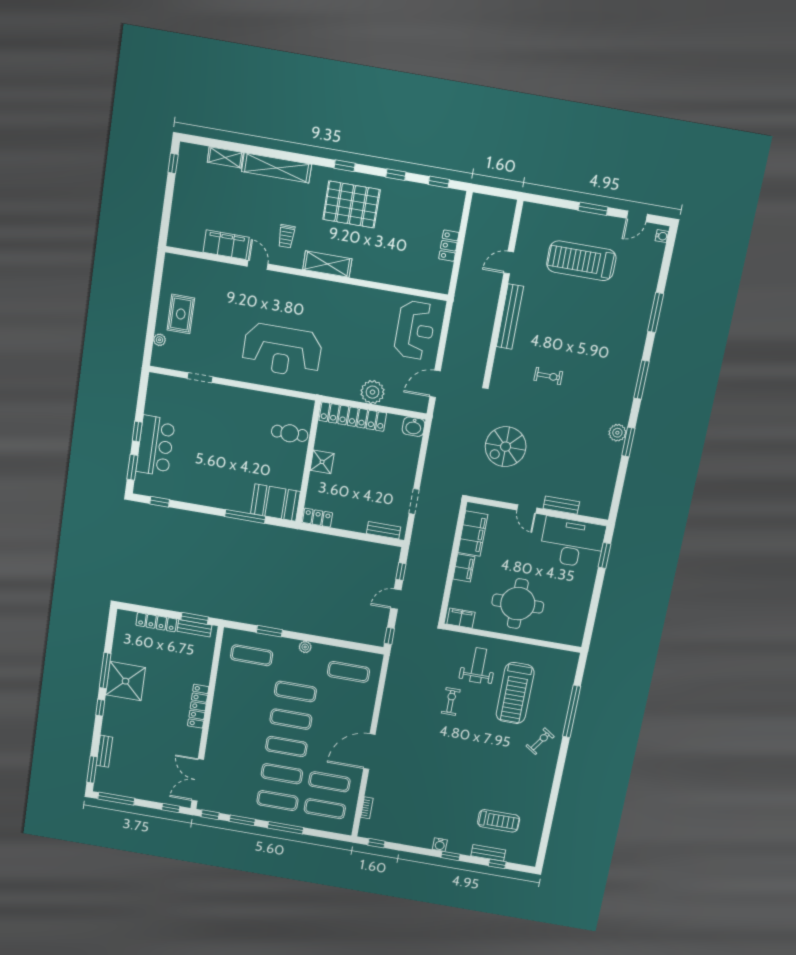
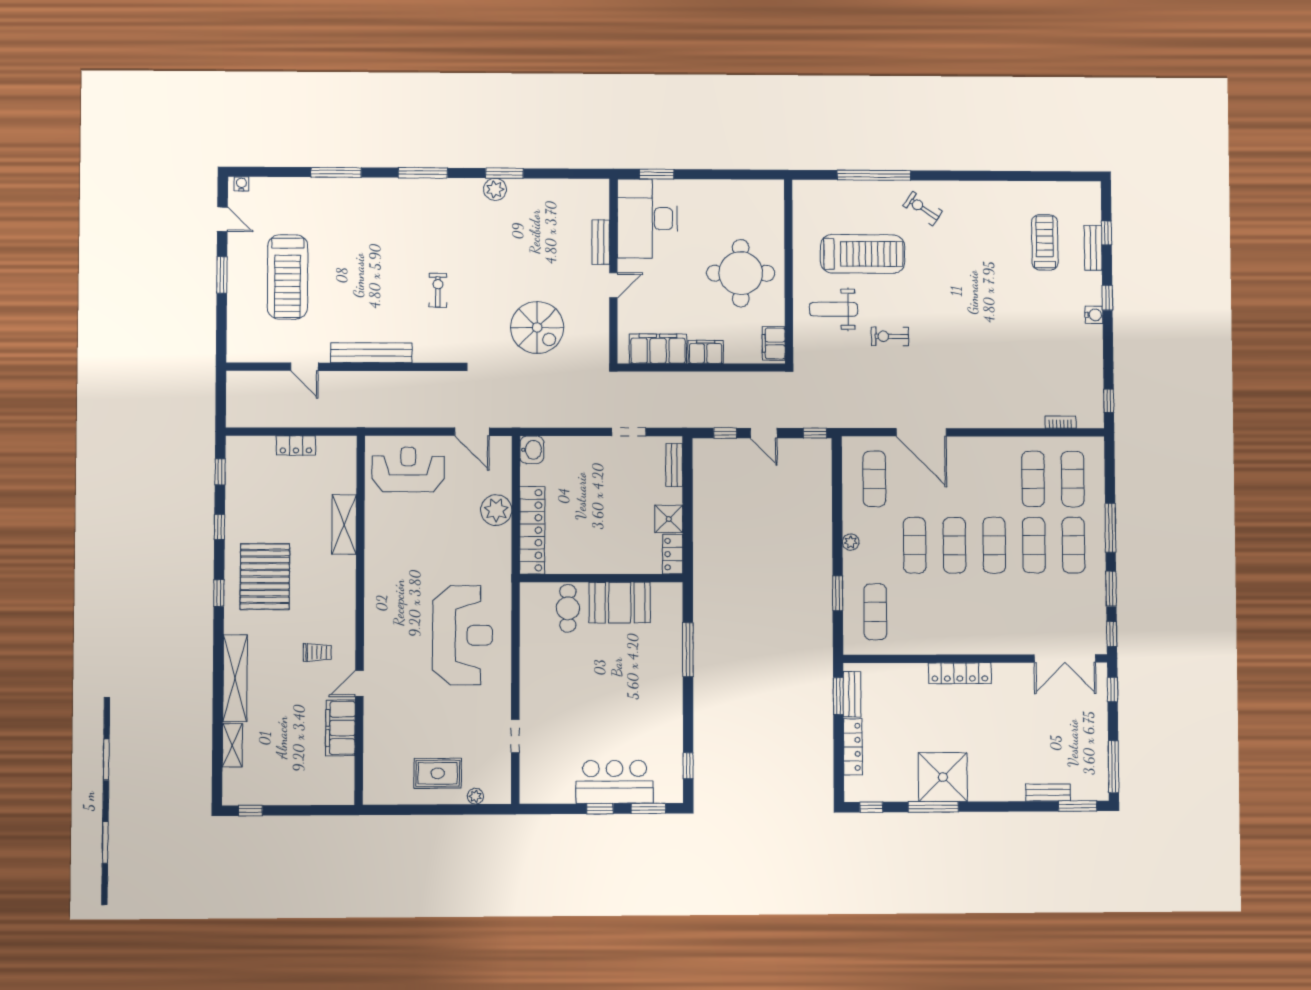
shelving: (327, 264) -> (344, 524), moved
shower: (322, 462) -> (669, 519), moved
booth: (275, 503) -> (620, 603), moved, turned 90
window: (100, 708) -> (871, 807), moved
door: (369, 752) -> (921, 432), moved

